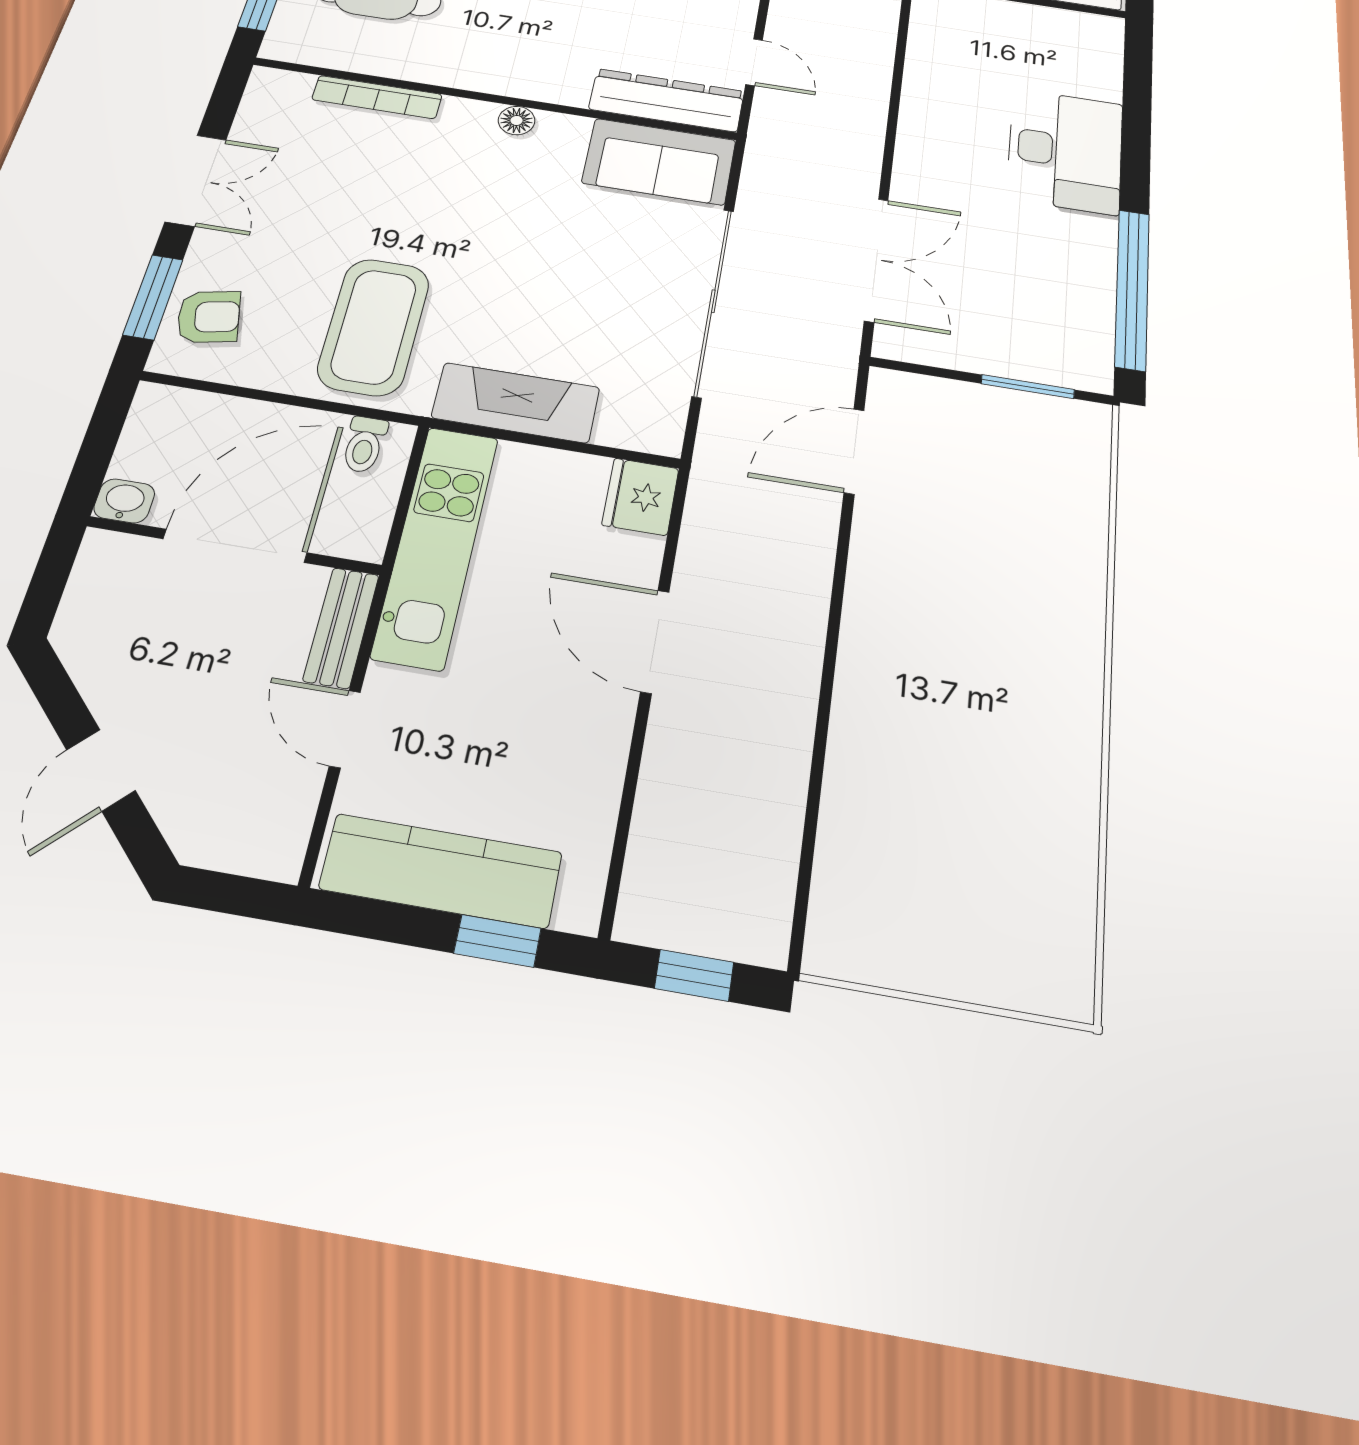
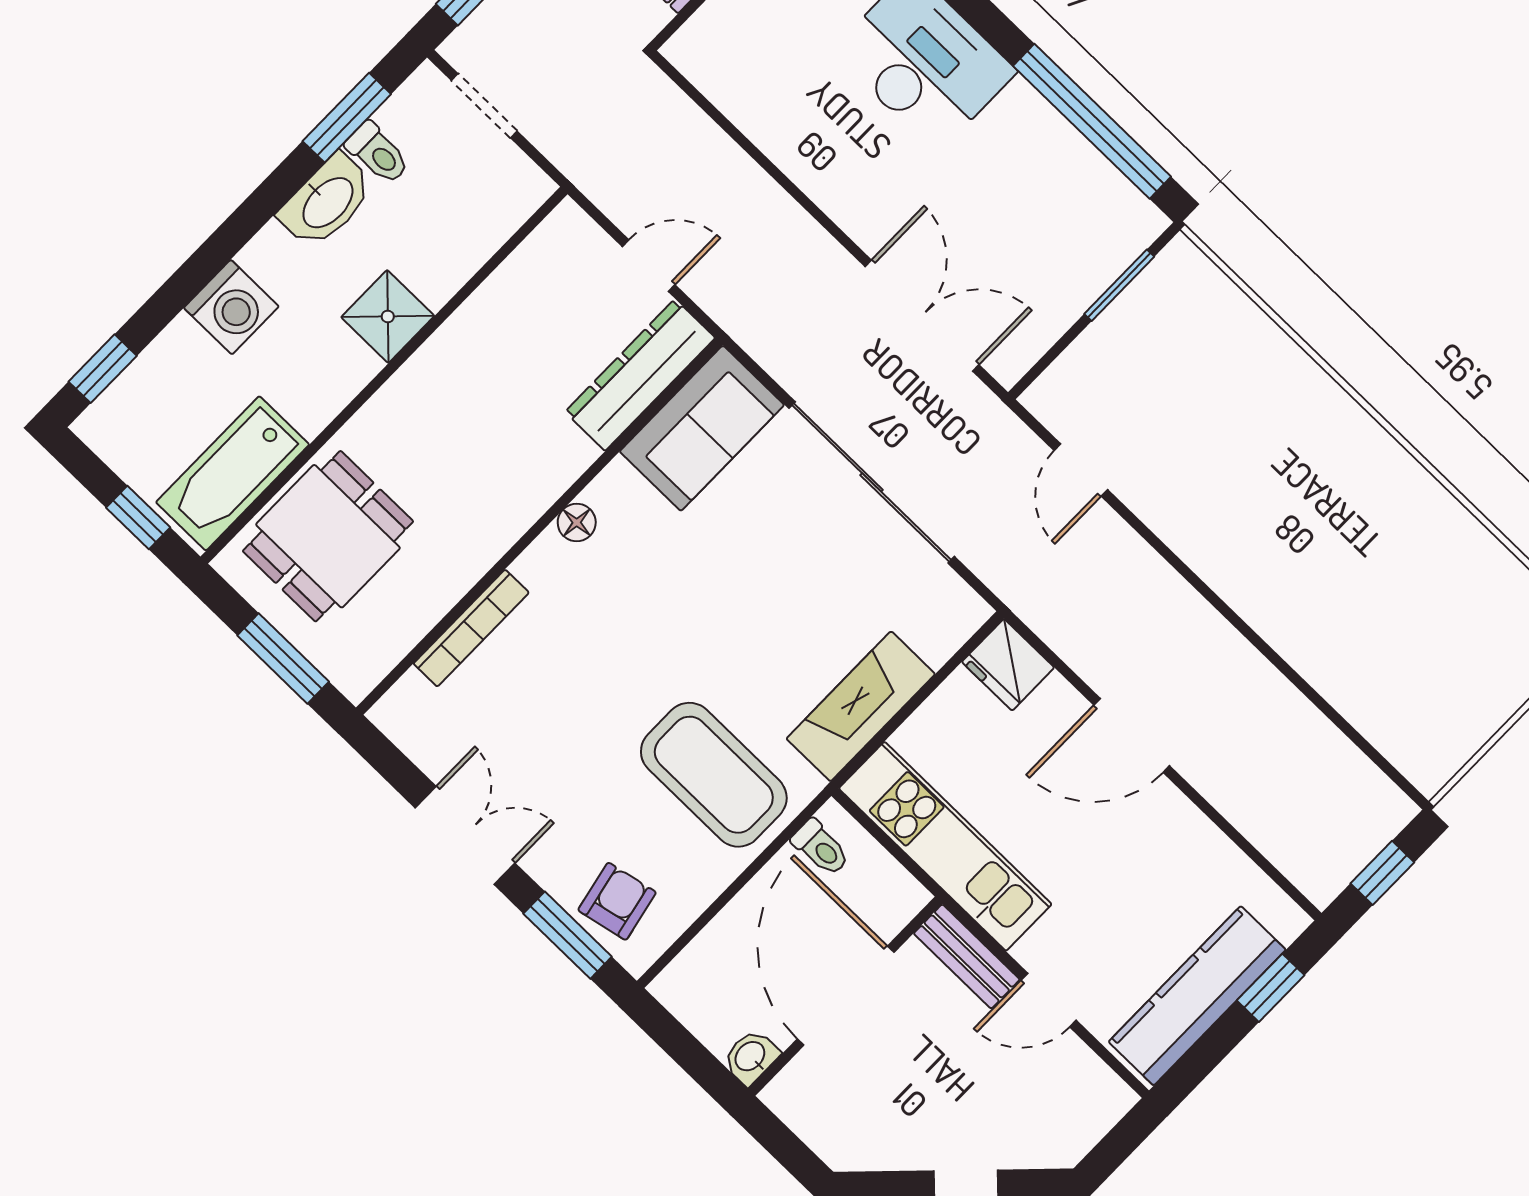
door: (854, 451) -> (1081, 470), width x0.73

